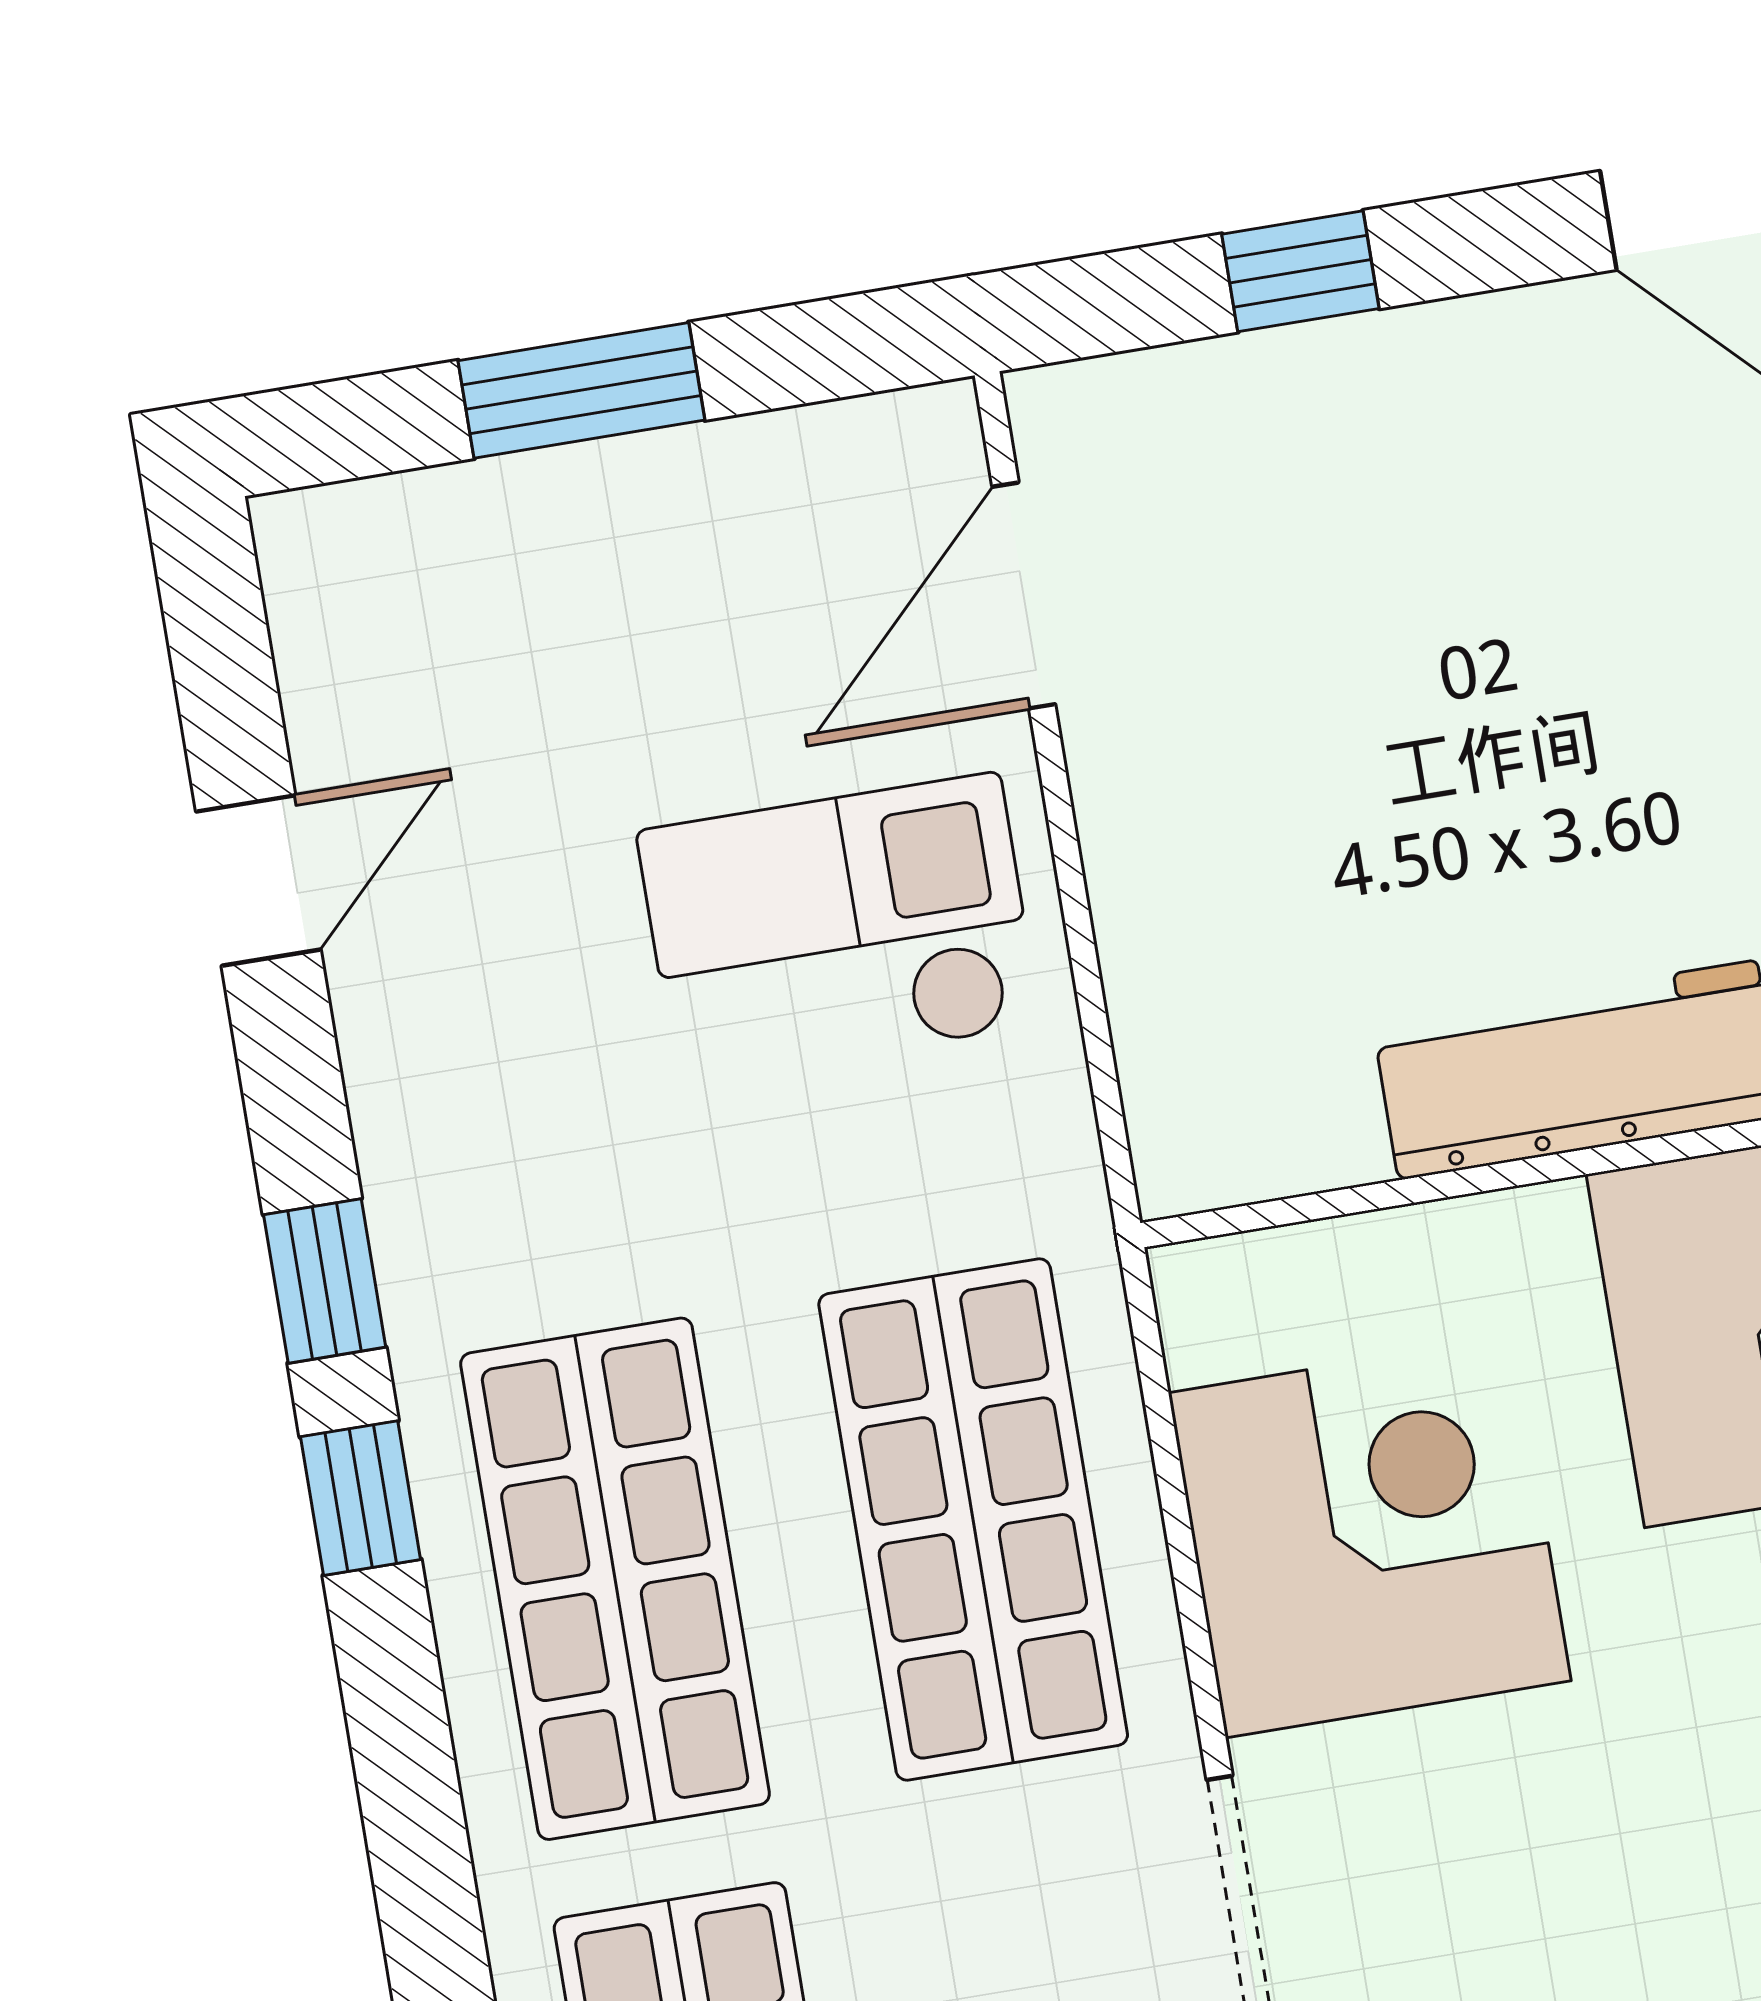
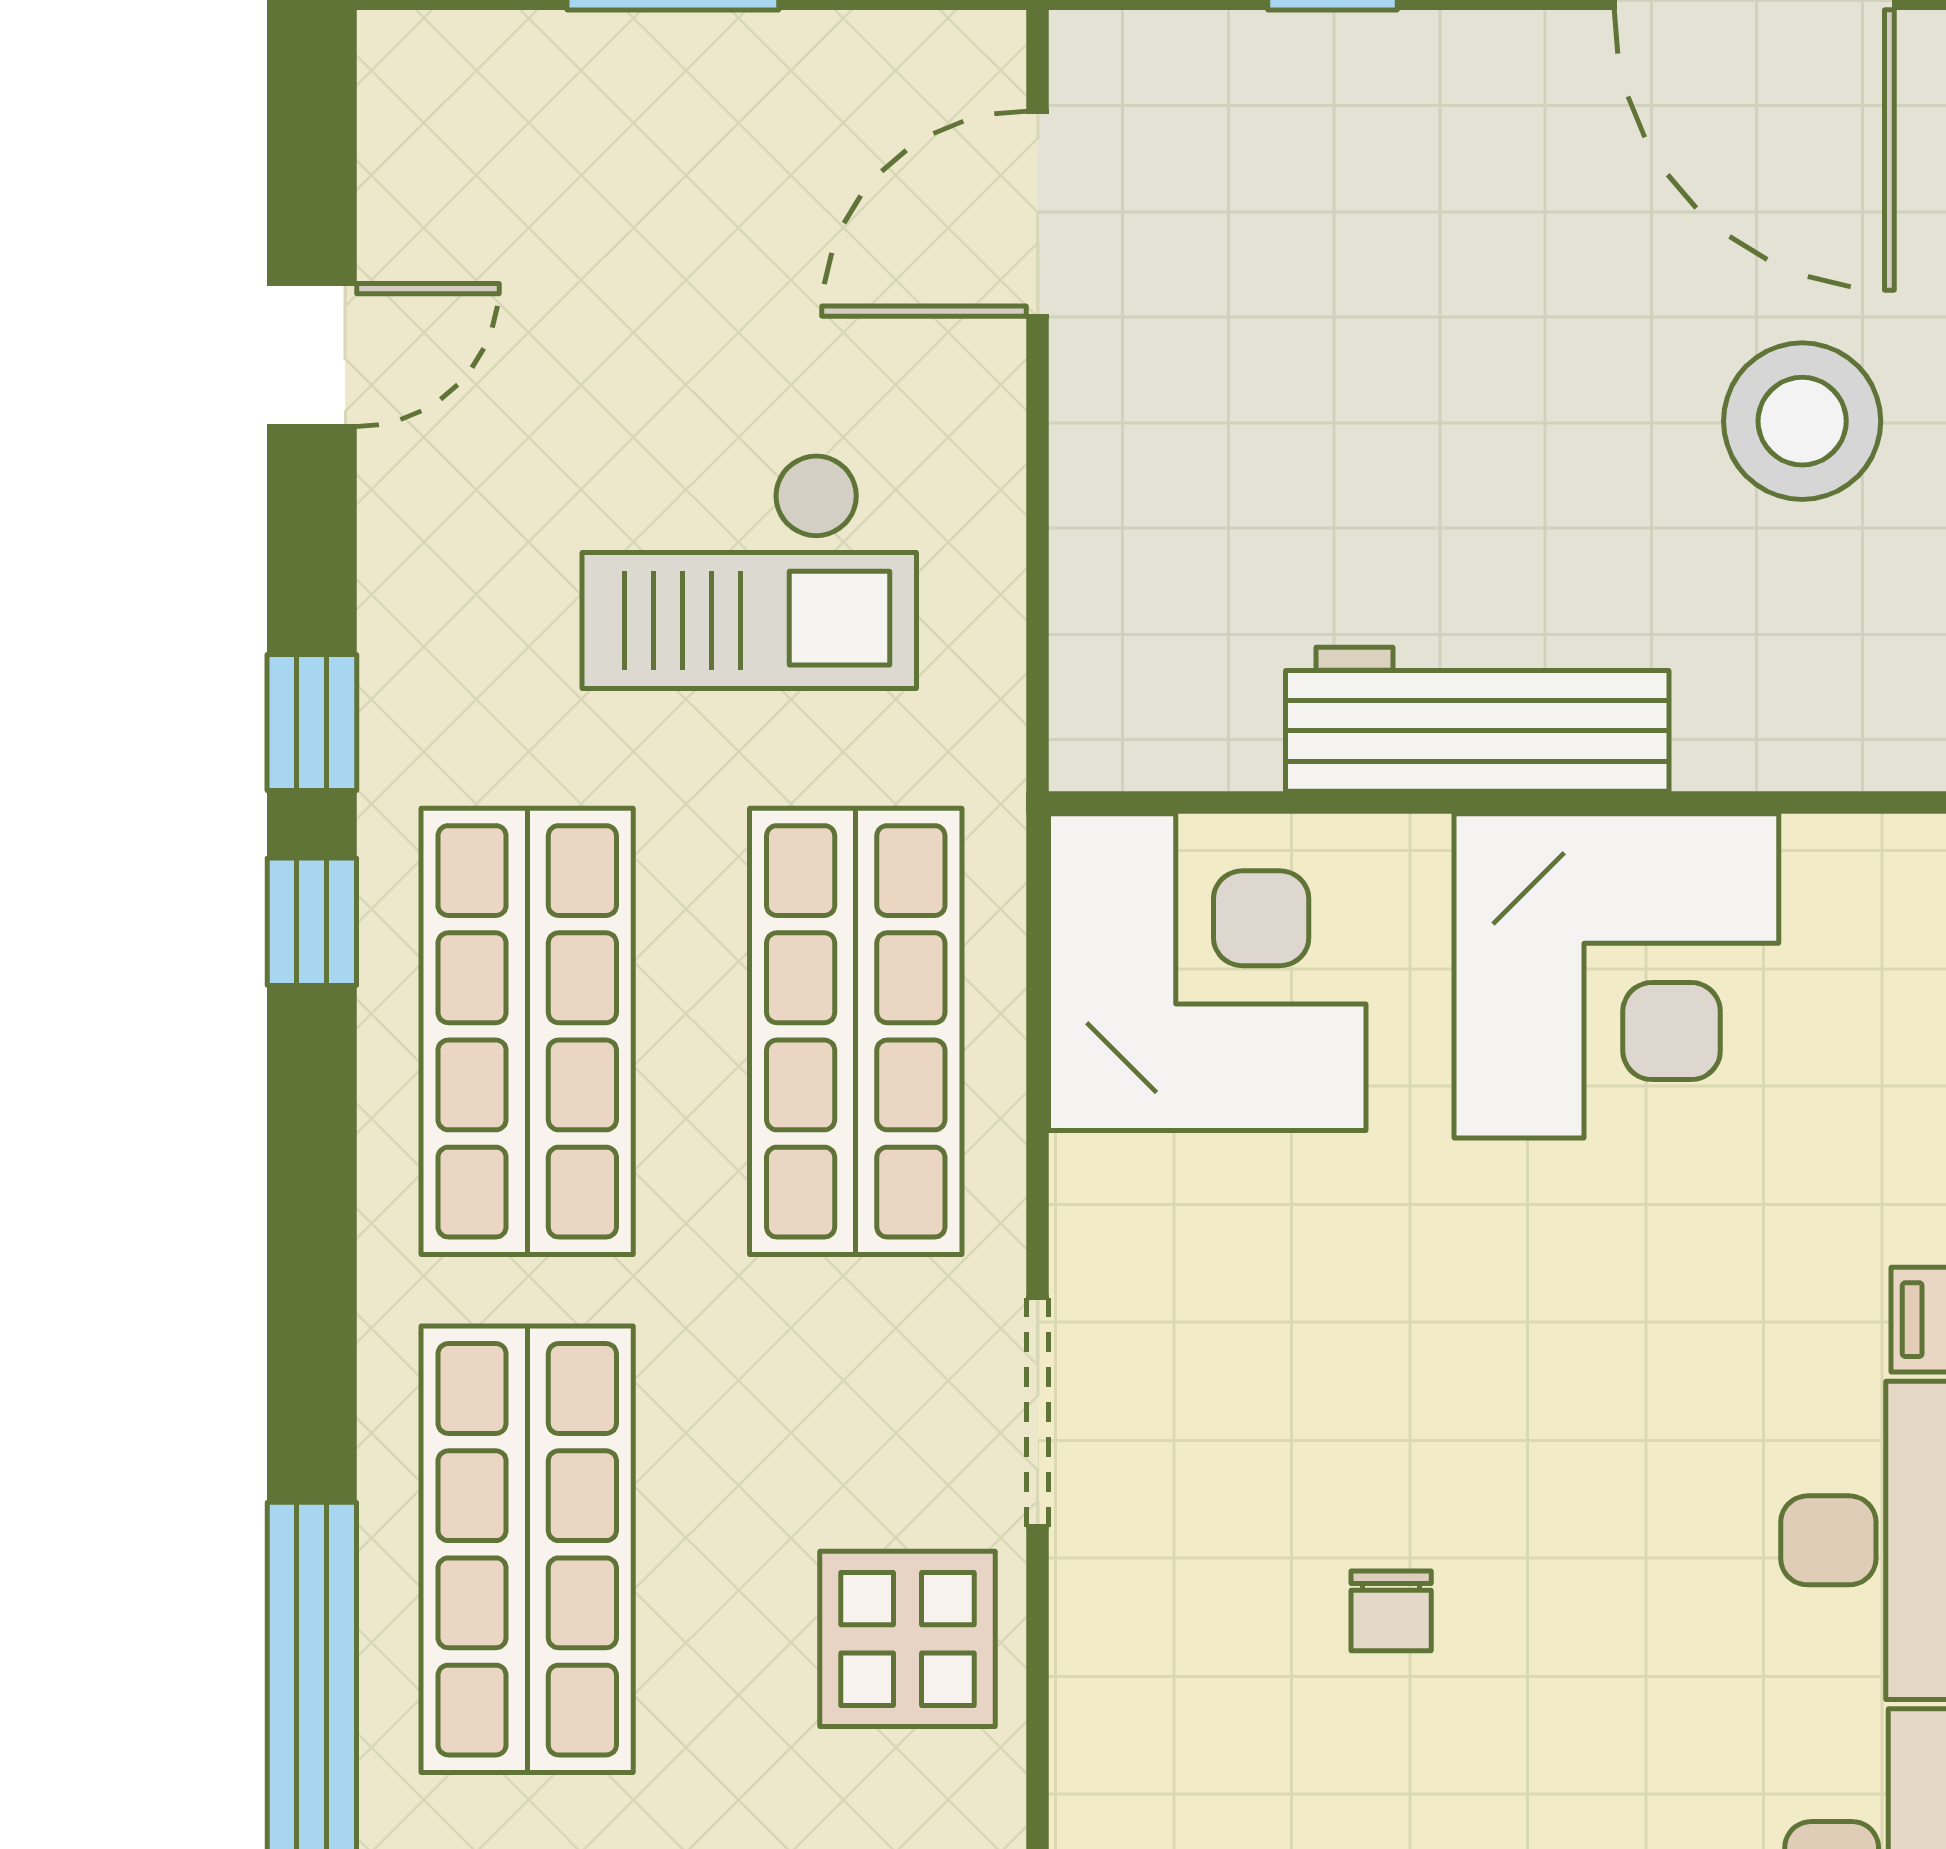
checkout: (839, 929) -> (749, 571), moved, turned 180
corner desk: (1370, 1537) -> (1207, 972), moved

